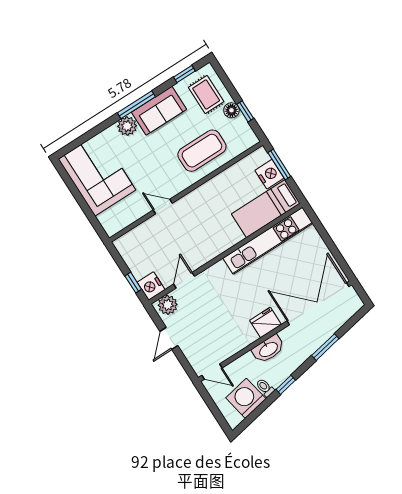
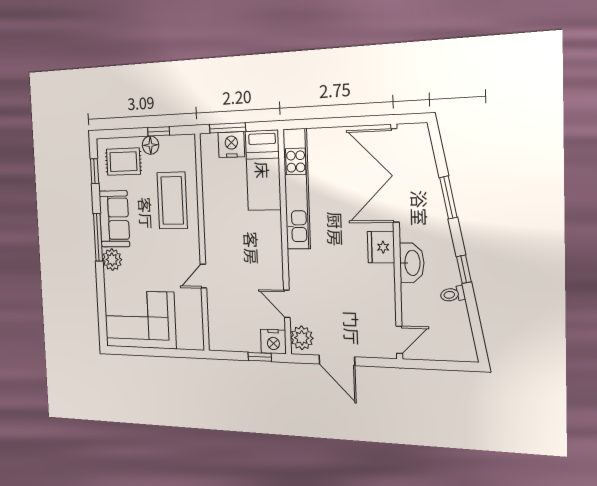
door: (169, 338) -> (337, 360), width x1.38
washing machine: (246, 398) -> (451, 323), removed

